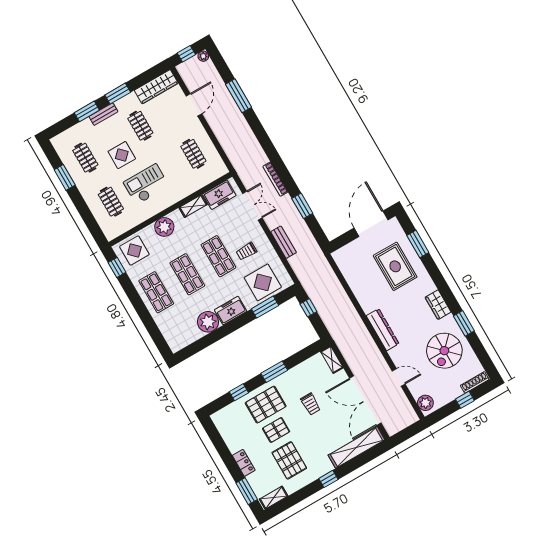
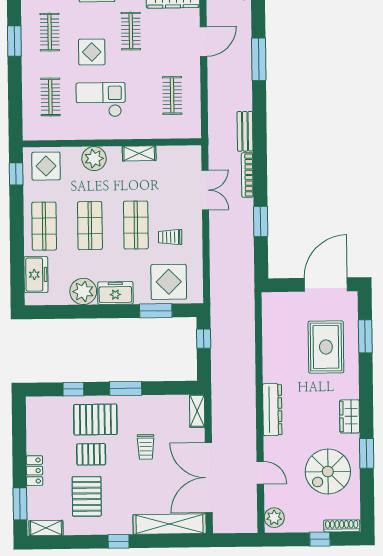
freezer: (219, 195) -> (36, 275), moved, turned -90
bench: (284, 242) -> (245, 131), moved

